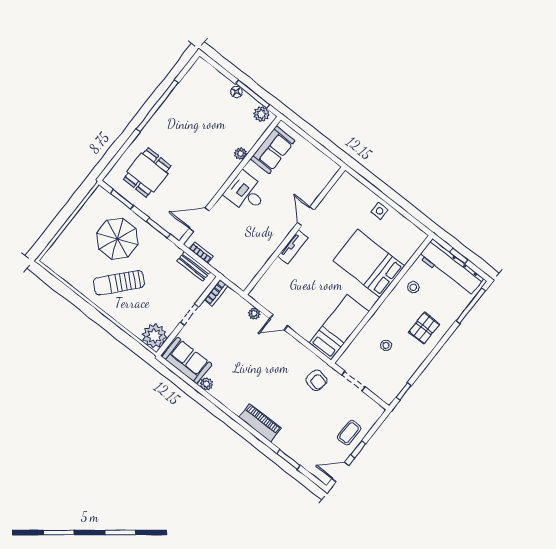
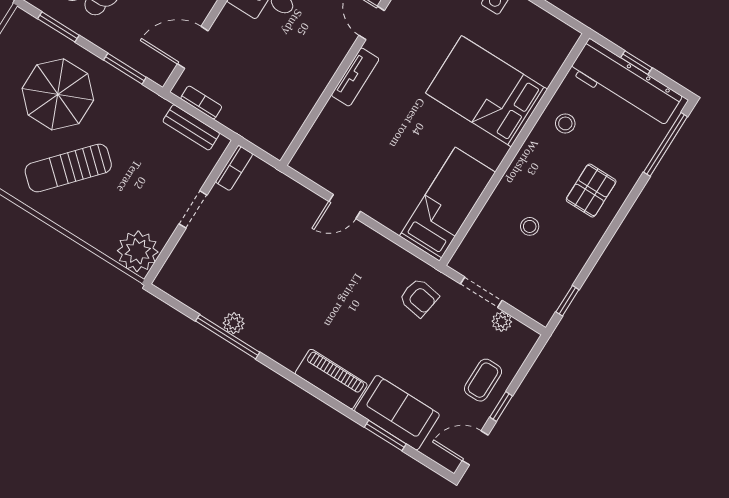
plant: (254, 314) -> (502, 322), moved
sofa: (187, 361) -> (397, 413), moved
window: (202, 391) -> (228, 337), added

